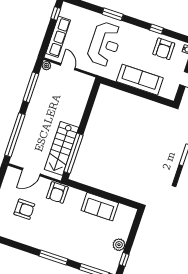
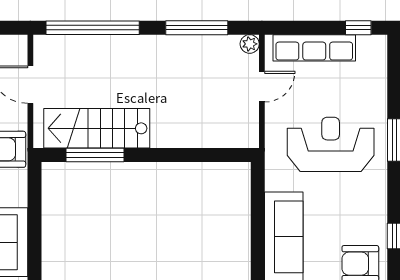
reception desk: (105, 44) -> (331, 144), turned 180
window: (73, 153) -> (95, 155), width x0.68

